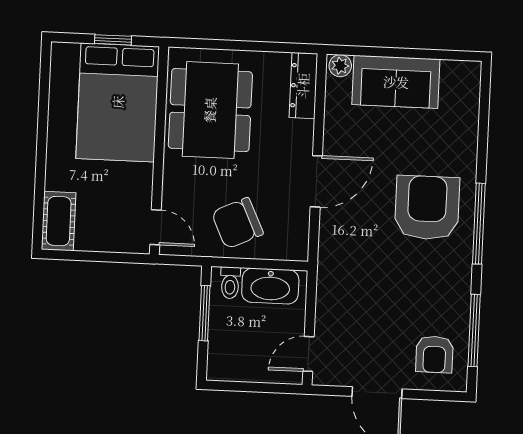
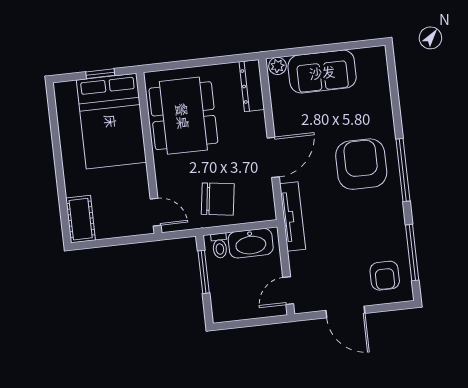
chair: (237, 223) -> (218, 199), turned -147
tv unit: (329, 260) -> (293, 217), added

